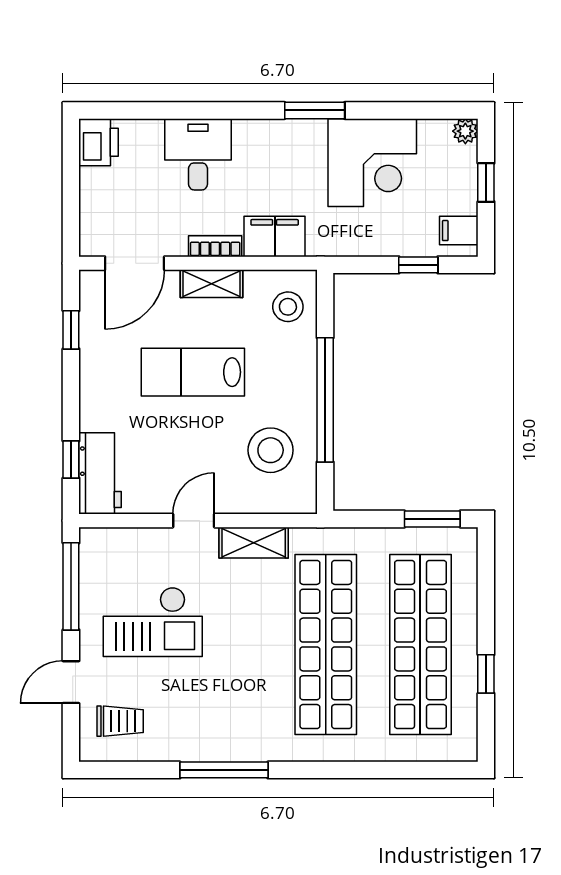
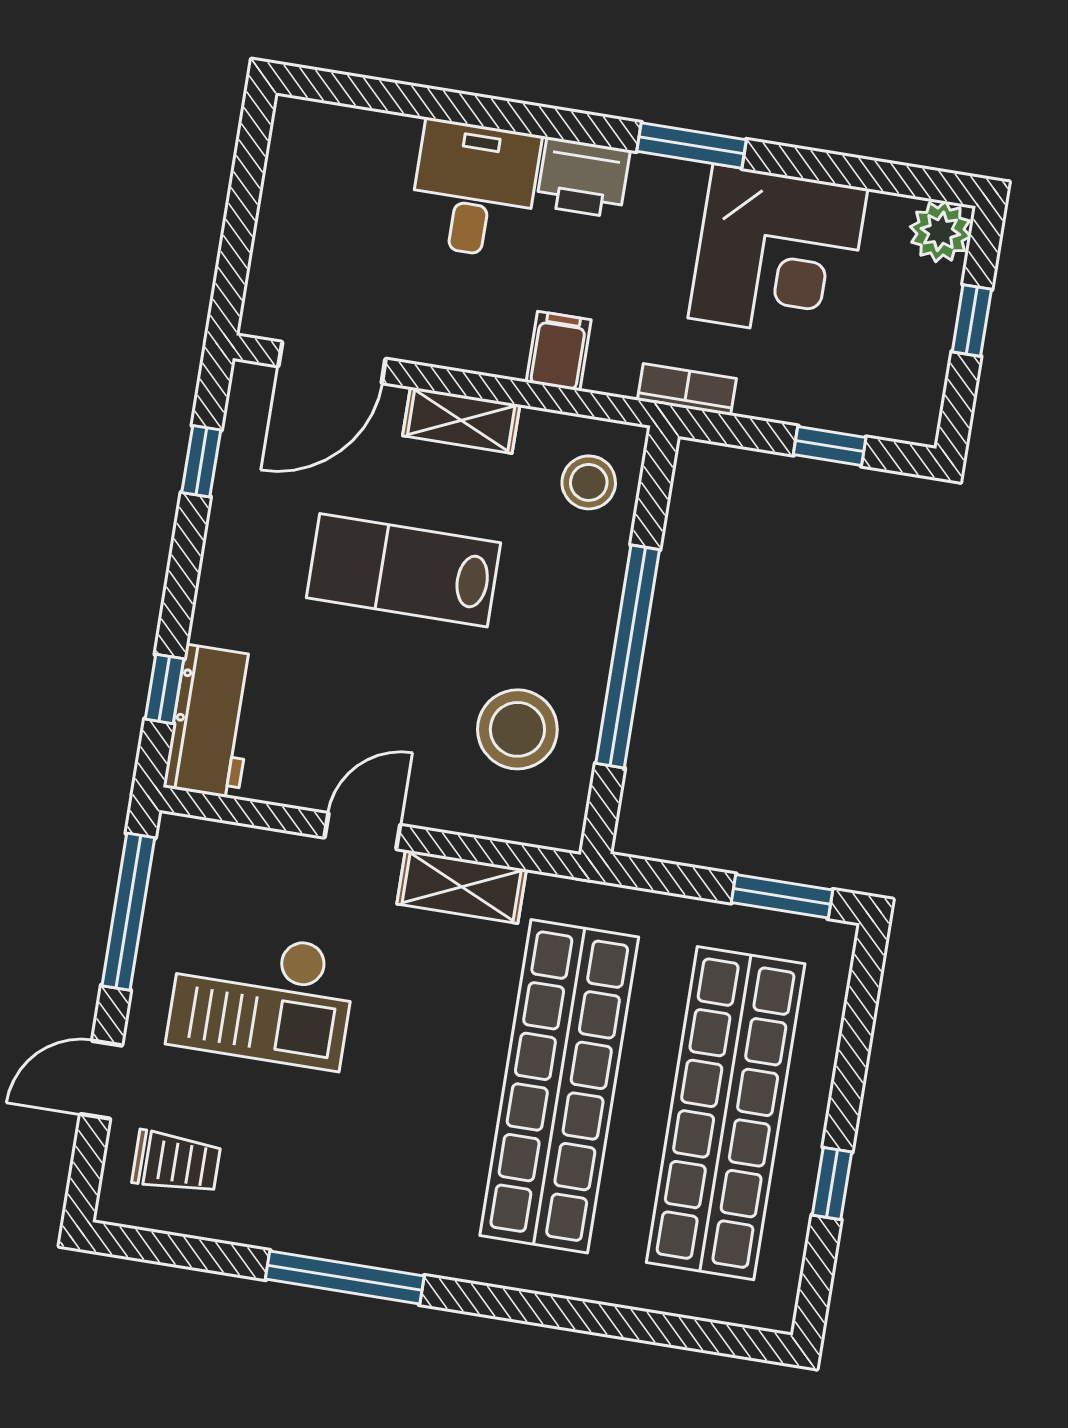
plant: (465, 131) -> (940, 231), width x1.38, depth x1.38
printer: (99, 142) -> (583, 178), moved, turned 90
filing cabinet: (459, 231) -> (910, 397), removed
filing cabinet: (275, 237) -> (559, 351), width x0.50
bookcase: (215, 246) -> (687, 389), moved

